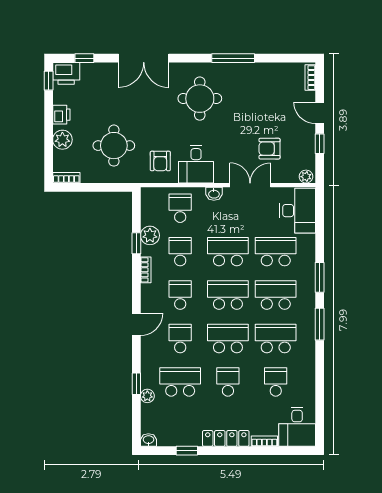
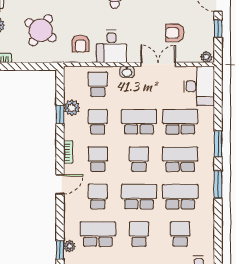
round table: (114, 146) -> (41, 30), turned 33
bookcase: (146, 270) -> (68, 152), moved
school desk: (228, 295) -> (139, 159), width x0.54
window: (136, 384) -> (60, 250), moved

